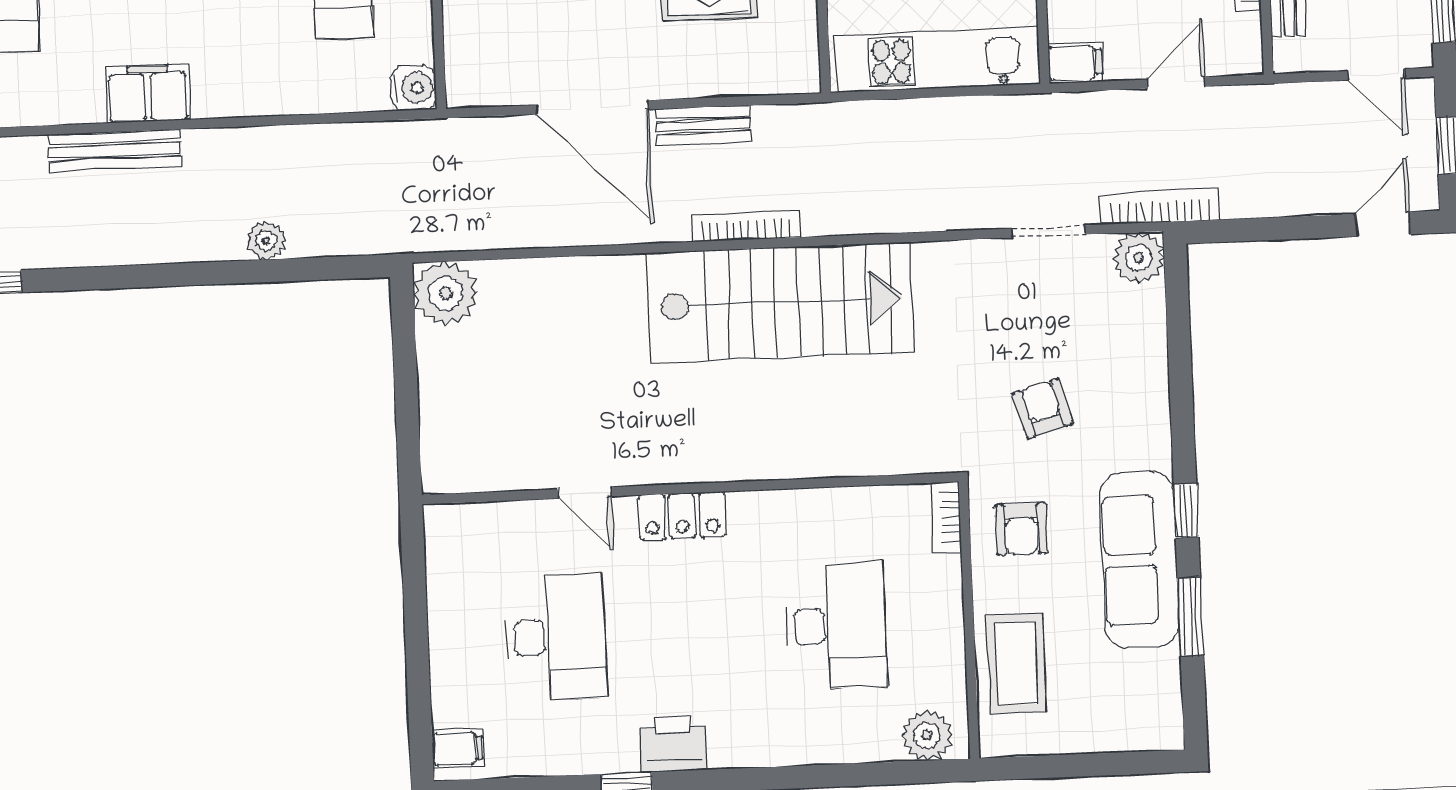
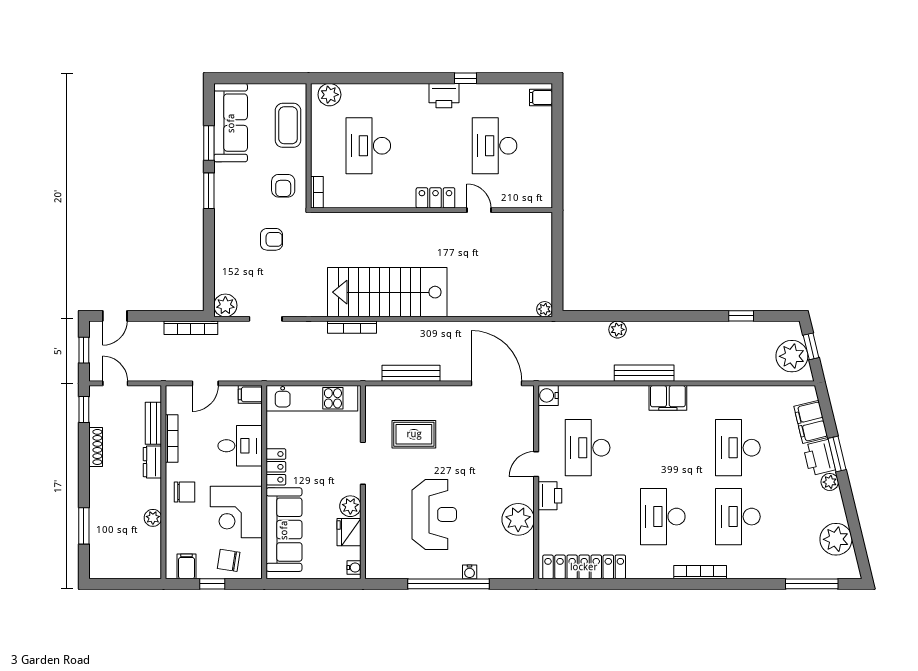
door: (592, 107) -> (497, 383), moved
bench: (703, 125) -> (411, 373), width x1.36
bench: (114, 150) -> (644, 373), moved
bookcase: (1160, 207) -> (191, 328), moved
bookcase: (746, 226) -> (352, 327), moved
plant: (446, 293) -> (545, 309), width x0.53, depth x0.53
armchair: (1043, 409) -> (271, 239), turned -74
window: (1186, 511) -> (209, 191), width x1.50
armchair: (1021, 529) -> (283, 186), turned 180
sofa: (1140, 560) -> (231, 123), moved

